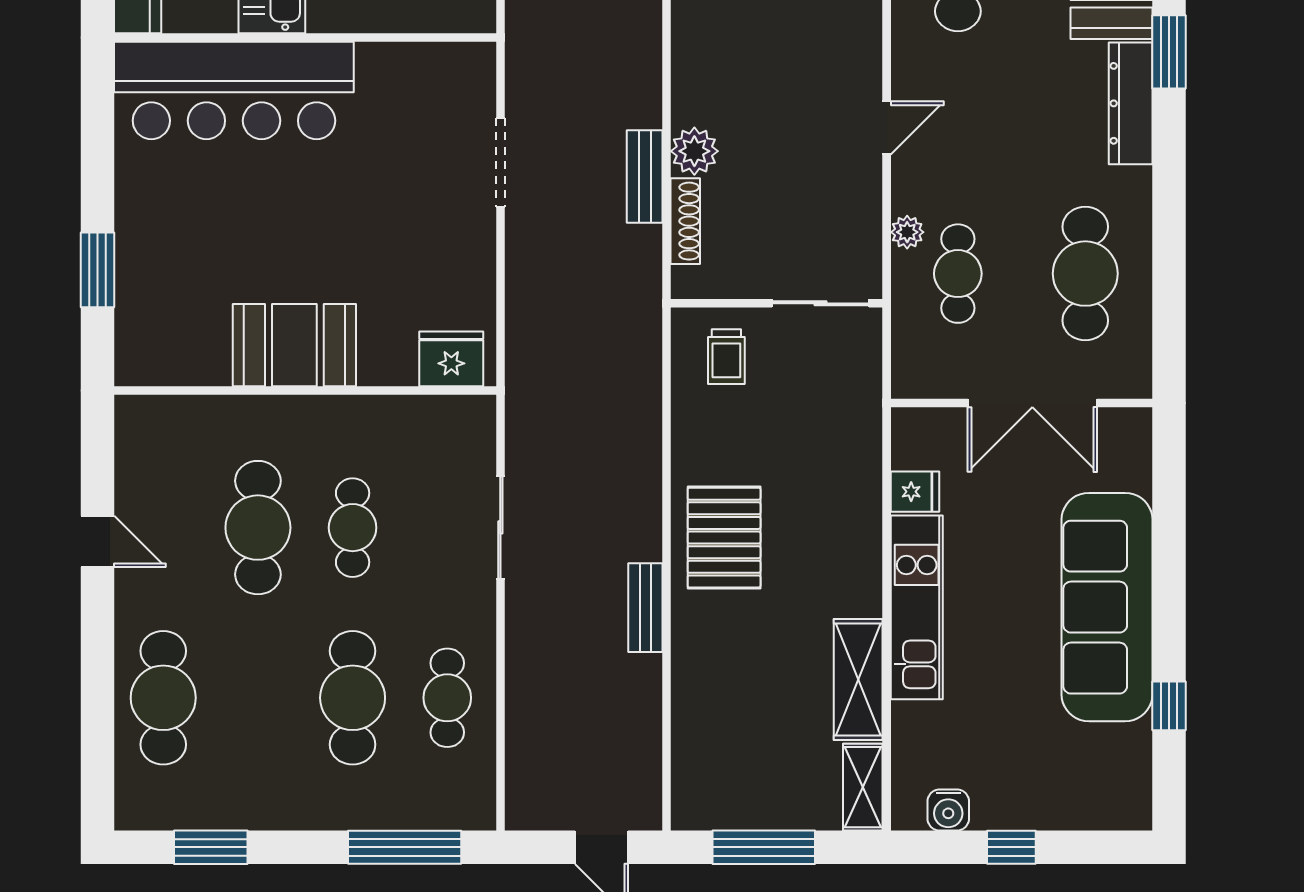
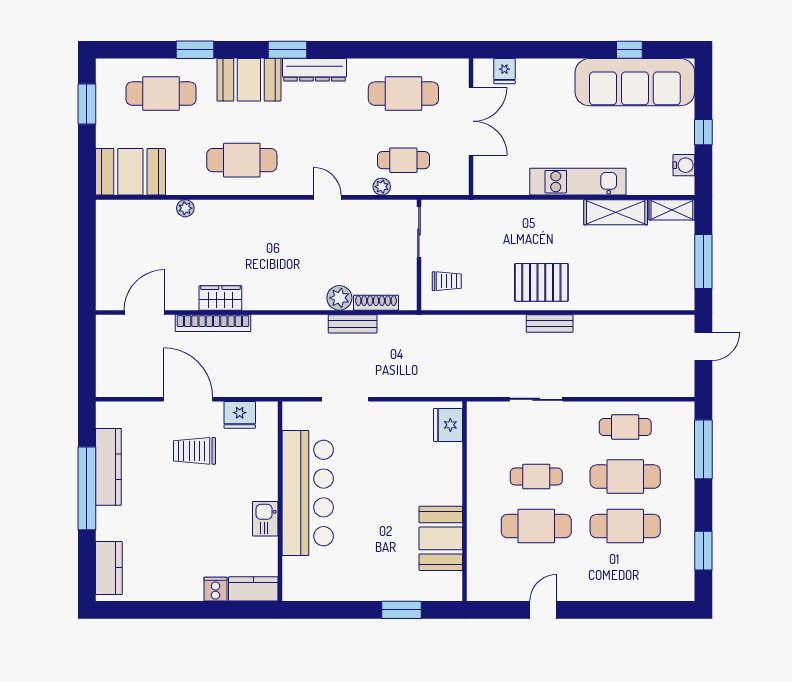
bar counter: (234, 90) -> (308, 493), moved
booth: (294, 345) -> (441, 538), moved
fridge: (915, 492) -> (504, 71), moved, turned 180
sofa: (1107, 607) -> (635, 82), moved
bench: (645, 608) -> (550, 323), moved
cafe table: (163, 698) -> (625, 526), moved

